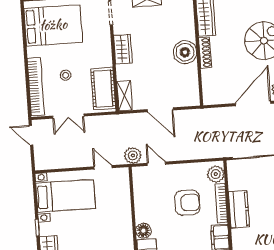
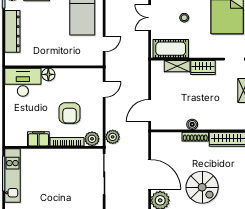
boiler: (185, 52) -> (192, 124), width x0.54, depth x0.54
shelving: (124, 96) -> (177, 66), moved
door: (160, 110) -> (150, 111), moved
plant: (133, 155) -> (113, 137), moved
kitchen counter: (239, 209) -> (61, 156), removed

